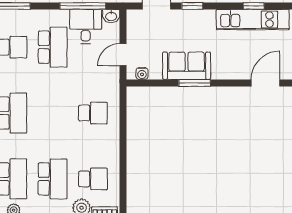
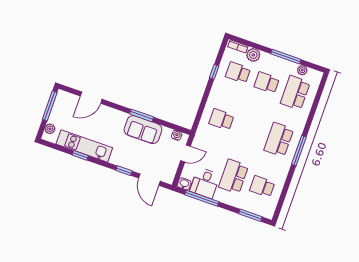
window: (123, 169) -> (214, 72), added
school desk: (53, 179) -> (267, 83), width x0.54

